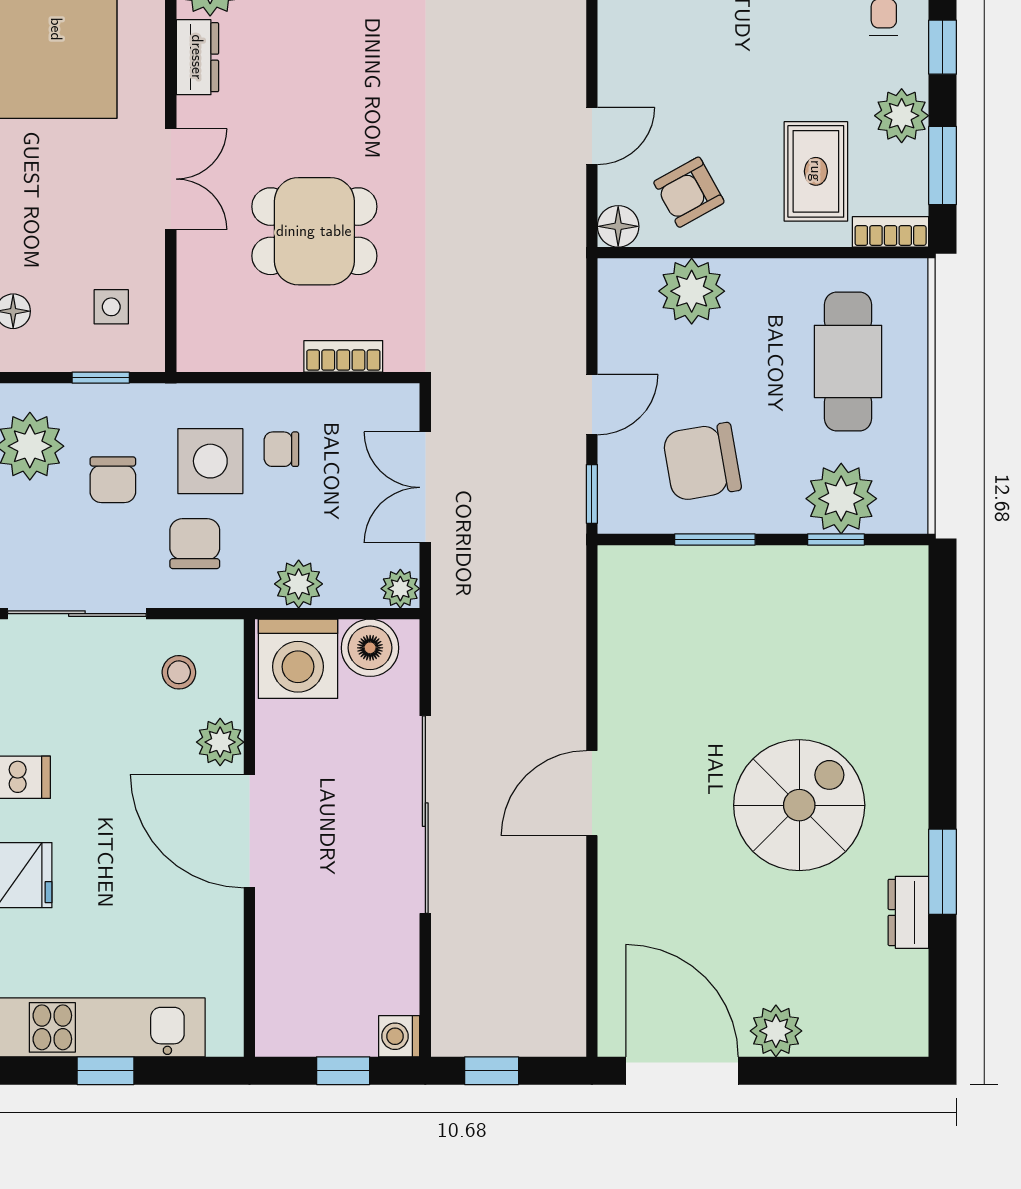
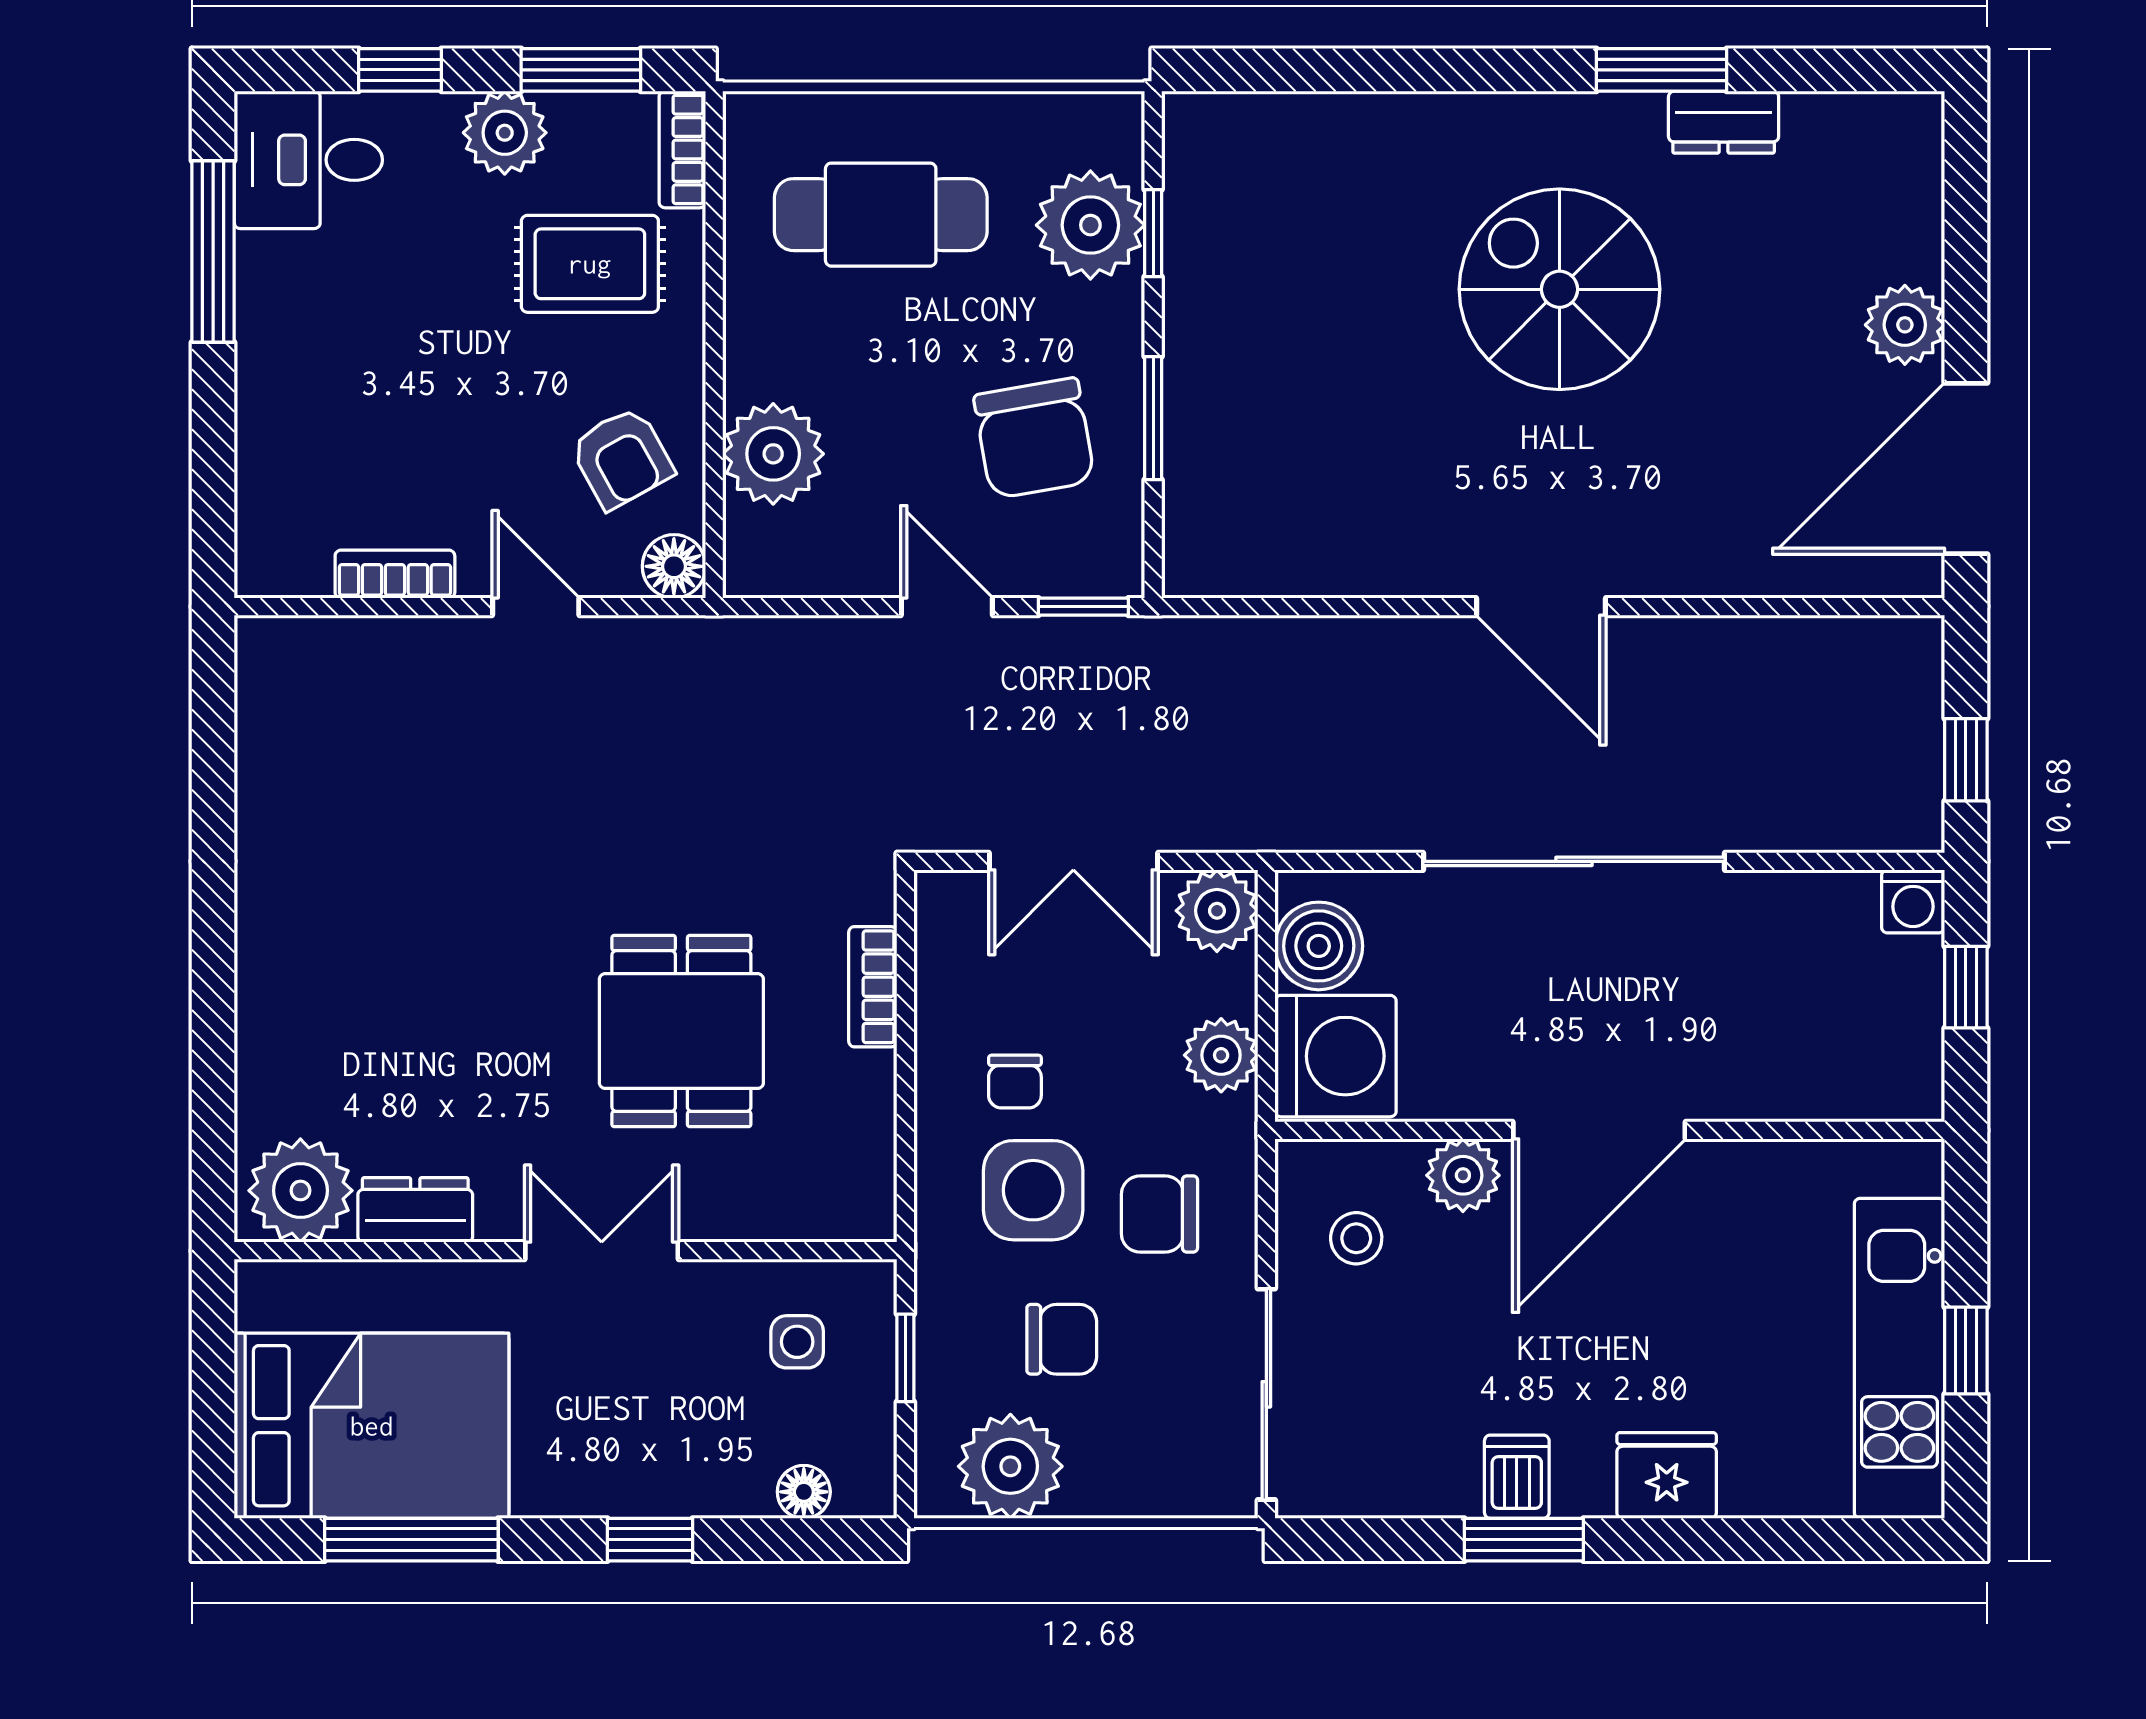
bookcase: (613, 44) -> (395, 574), added
plant: (400, 589) -> (1217, 911), width x1.38, depth x1.38

